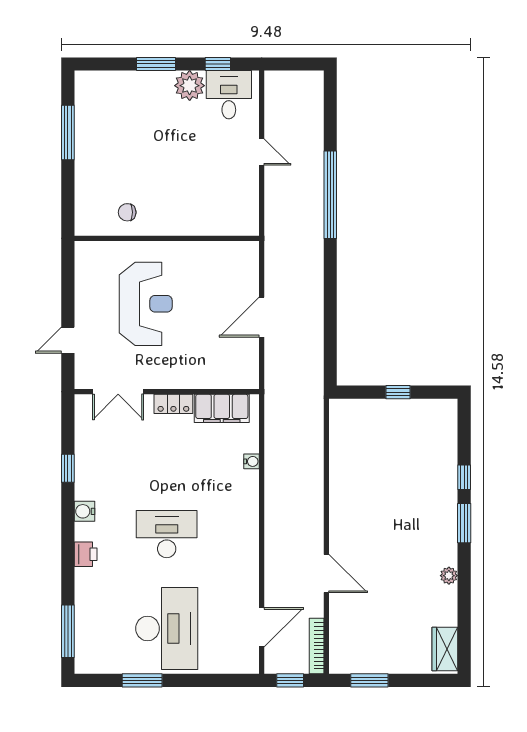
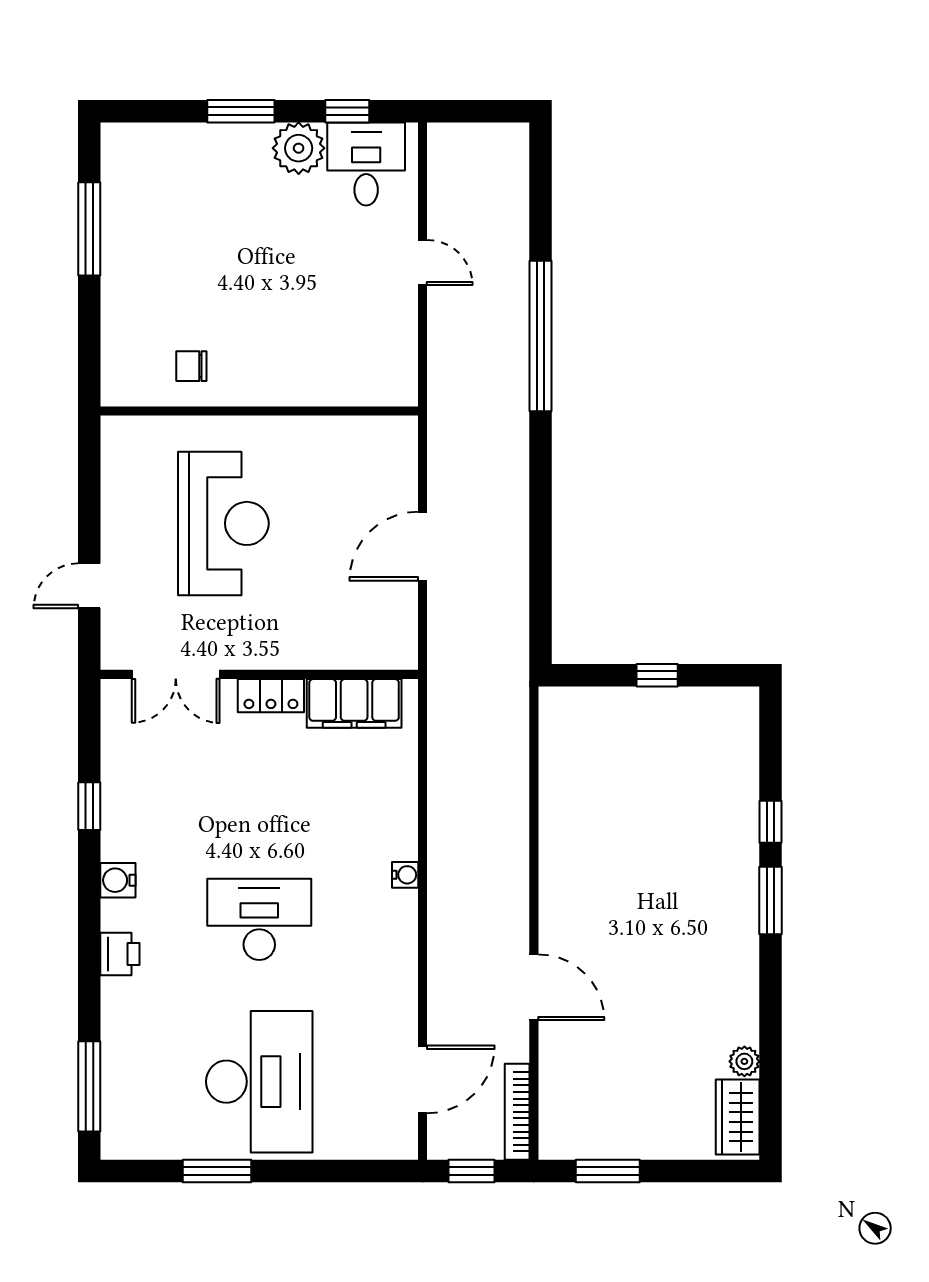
water cooler: (251, 461) -> (405, 875), moved
plant: (449, 576) -> (744, 1061), moved

